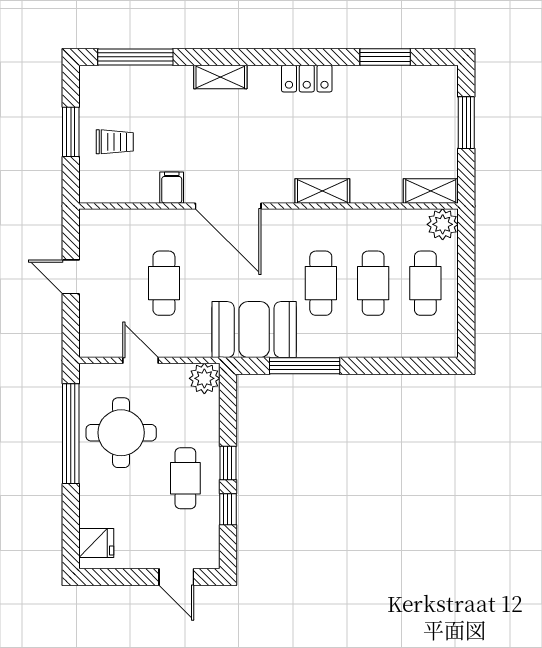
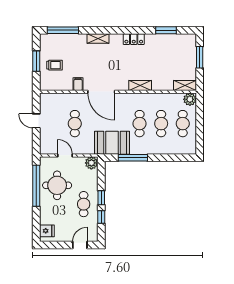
door: (176, 577) -> (80, 245), swing flipped

